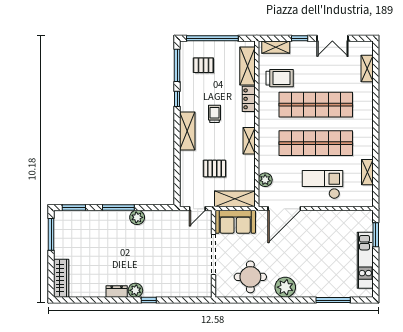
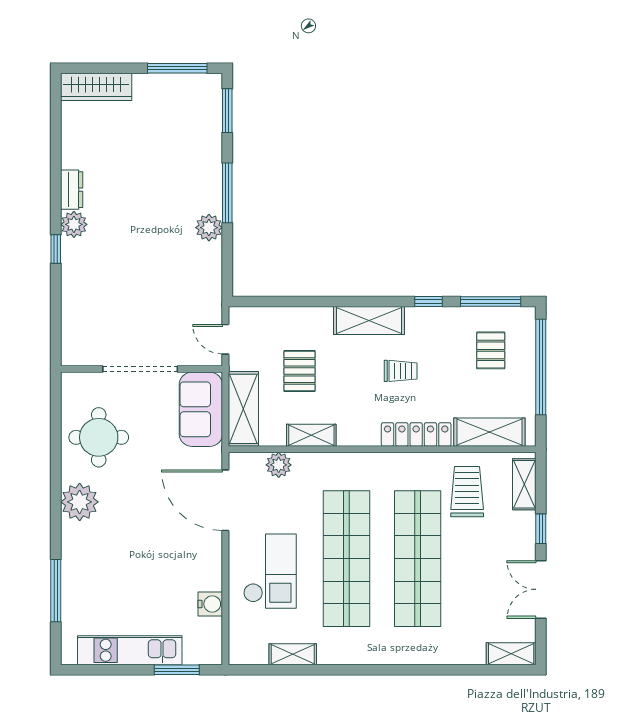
shelving: (367, 69) -> (511, 654), moved
trolley: (280, 78) -> (467, 492), turned 180
locker: (249, 99) -> (416, 434), width x1.53
shelving: (249, 141) -> (311, 435), moved
water cooler: (340, 217) -> (210, 604), added

